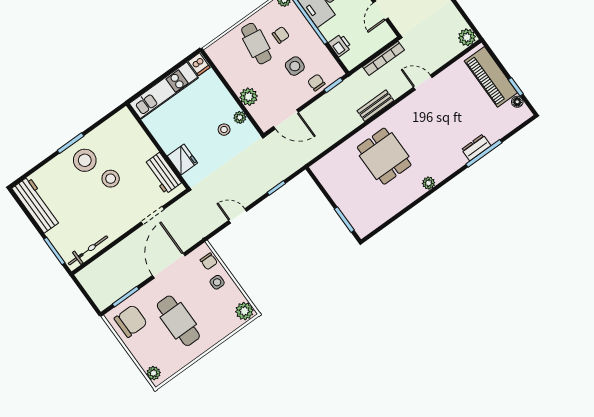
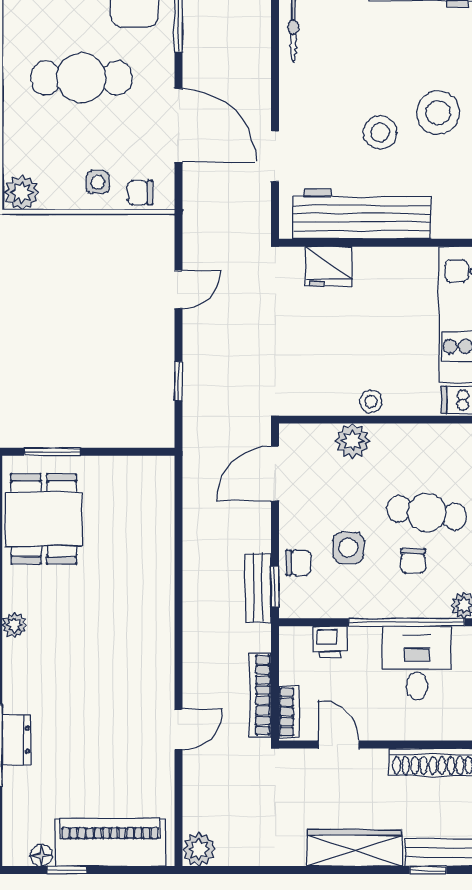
bookcase: (382, 41) -> (289, 712), added
bench: (375, 106) -> (258, 588), moved
plant: (240, 117) -> (330, 404), removed
stool: (224, 130) -> (371, 402), moved
dining table: (384, 156) -> (44, 519), moved, turned 90
workbench: (163, 173) -> (362, 214), width x1.88, depth x1.32

